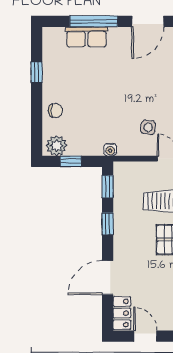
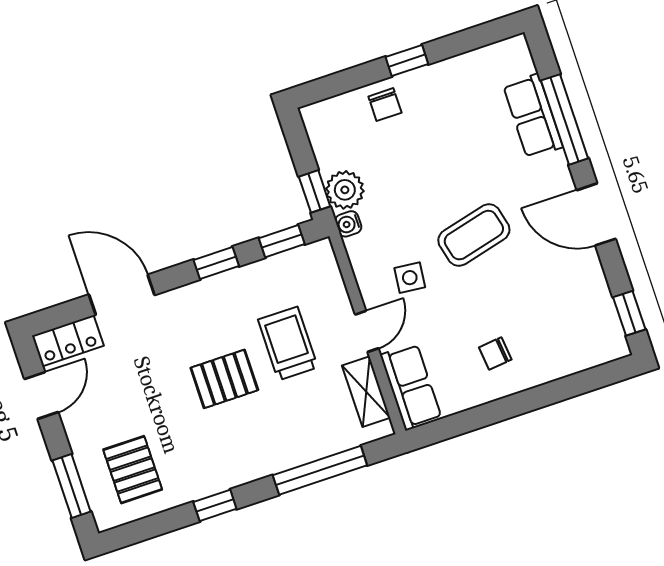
window: (37, 72) -> (407, 61), moved
coffee table: (137, 87) -> (474, 235), added
plant: (56, 146) -> (345, 190), moved
window: (71, 161) -> (315, 191), moved

